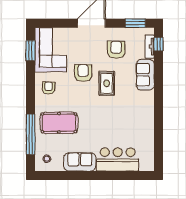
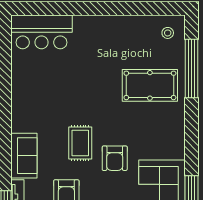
armchair: (49, 88) -> (165, 136), removed
bar counter: (118, 159) -> (41, 32), moved
sofa: (80, 162) -> (120, 28), removed

